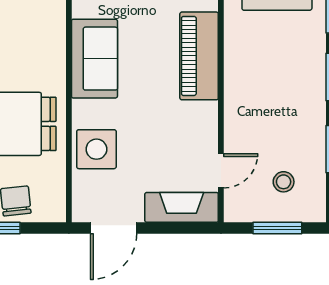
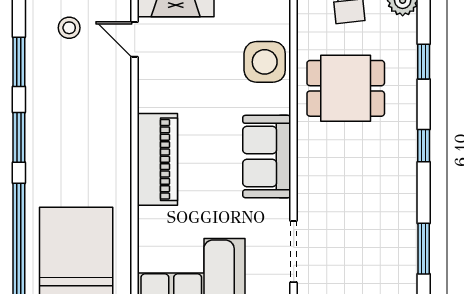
door: (221, 171) -> (135, 39), hinge flipped

